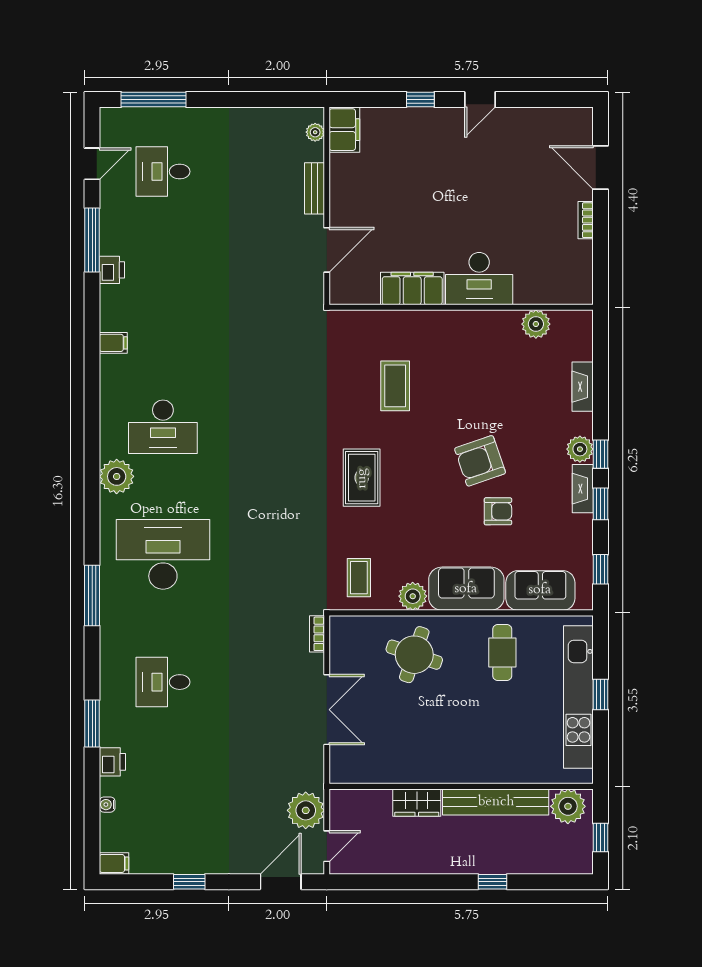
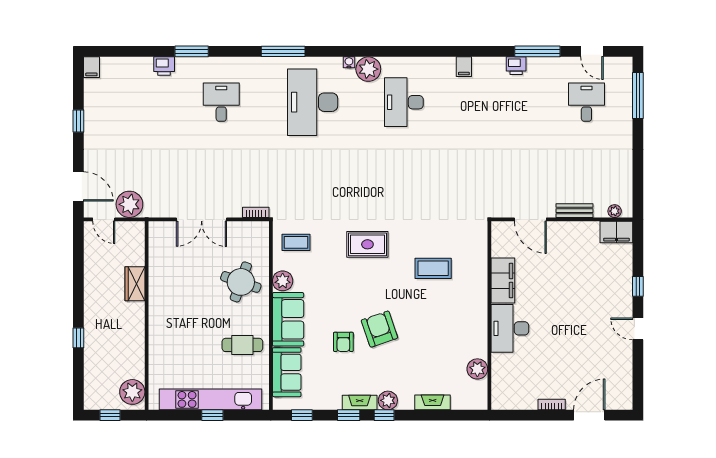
desk: (163, 554) -> (313, 102), turned 180
bench: (496, 802) -> (135, 340), removed
water cooler: (107, 805) -> (349, 62), moved

